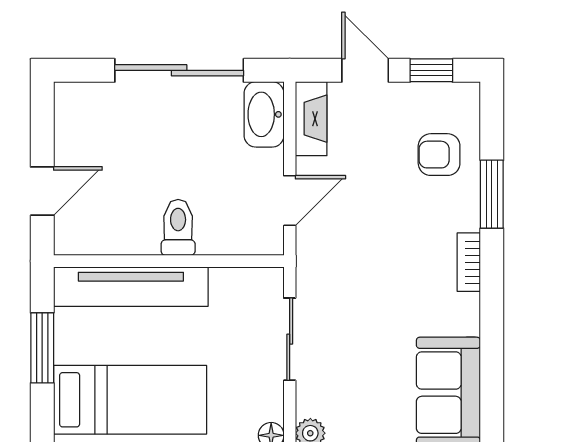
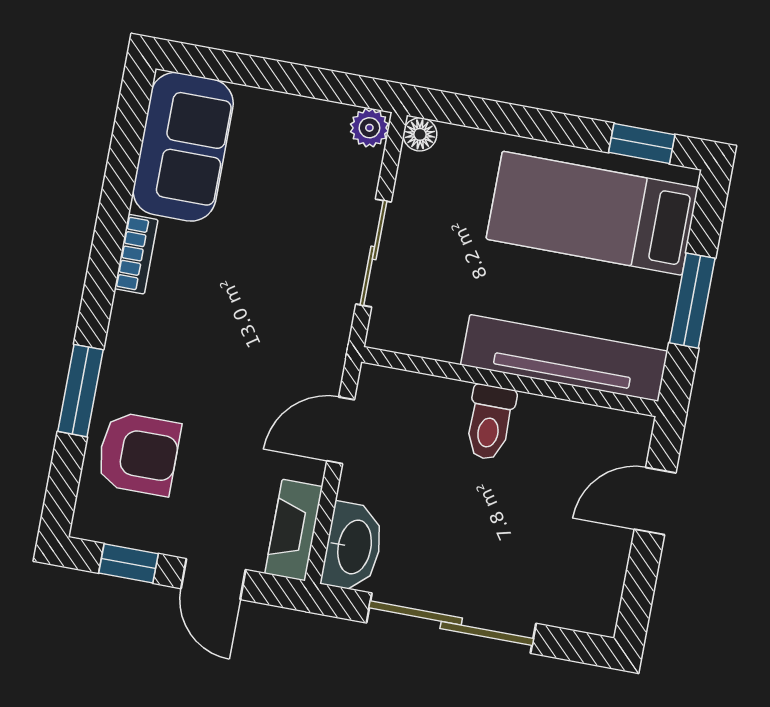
armchair: (439, 155) -> (139, 454), width x1.38, depth x1.38
bookcase: (469, 262) -> (136, 254), moved

